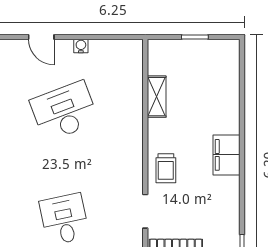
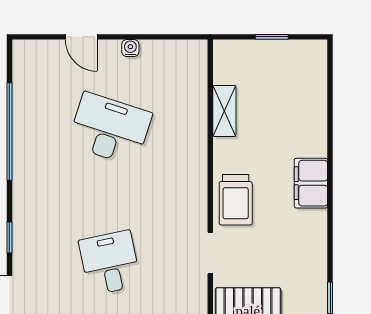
desk: (64, 111) -> (110, 129), turned 39
trolley: (166, 168) -> (236, 200), width x1.36, depth x1.39

